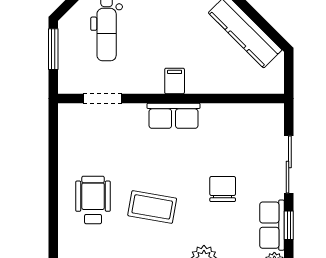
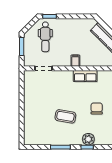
row of seats: (174, 116) -> (85, 76), moved
wheelchair: (93, 200) -> (39, 113), removed

